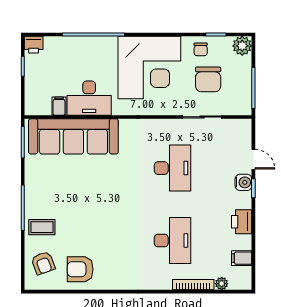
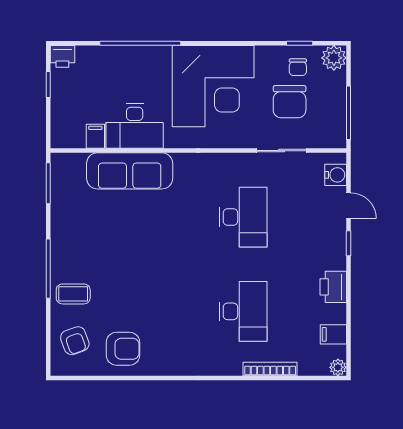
chair: (201, 49) -> (298, 67), moved
sofa: (73, 136) -> (130, 171), width x0.74, depth x0.79
water cooler: (243, 182) -> (336, 175), moved
armchair: (80, 269) -> (123, 349), turned 180
plant: (222, 284) -> (338, 367), moved

